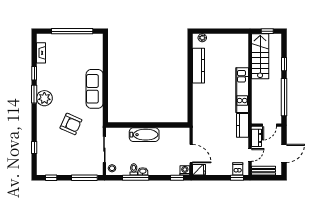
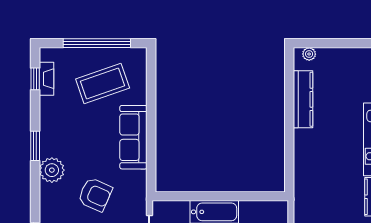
coffee table: (76, 56) -> (103, 83), added
window: (34, 73) -> (35, 79), moved
plant: (44, 98) -> (52, 170), moved

